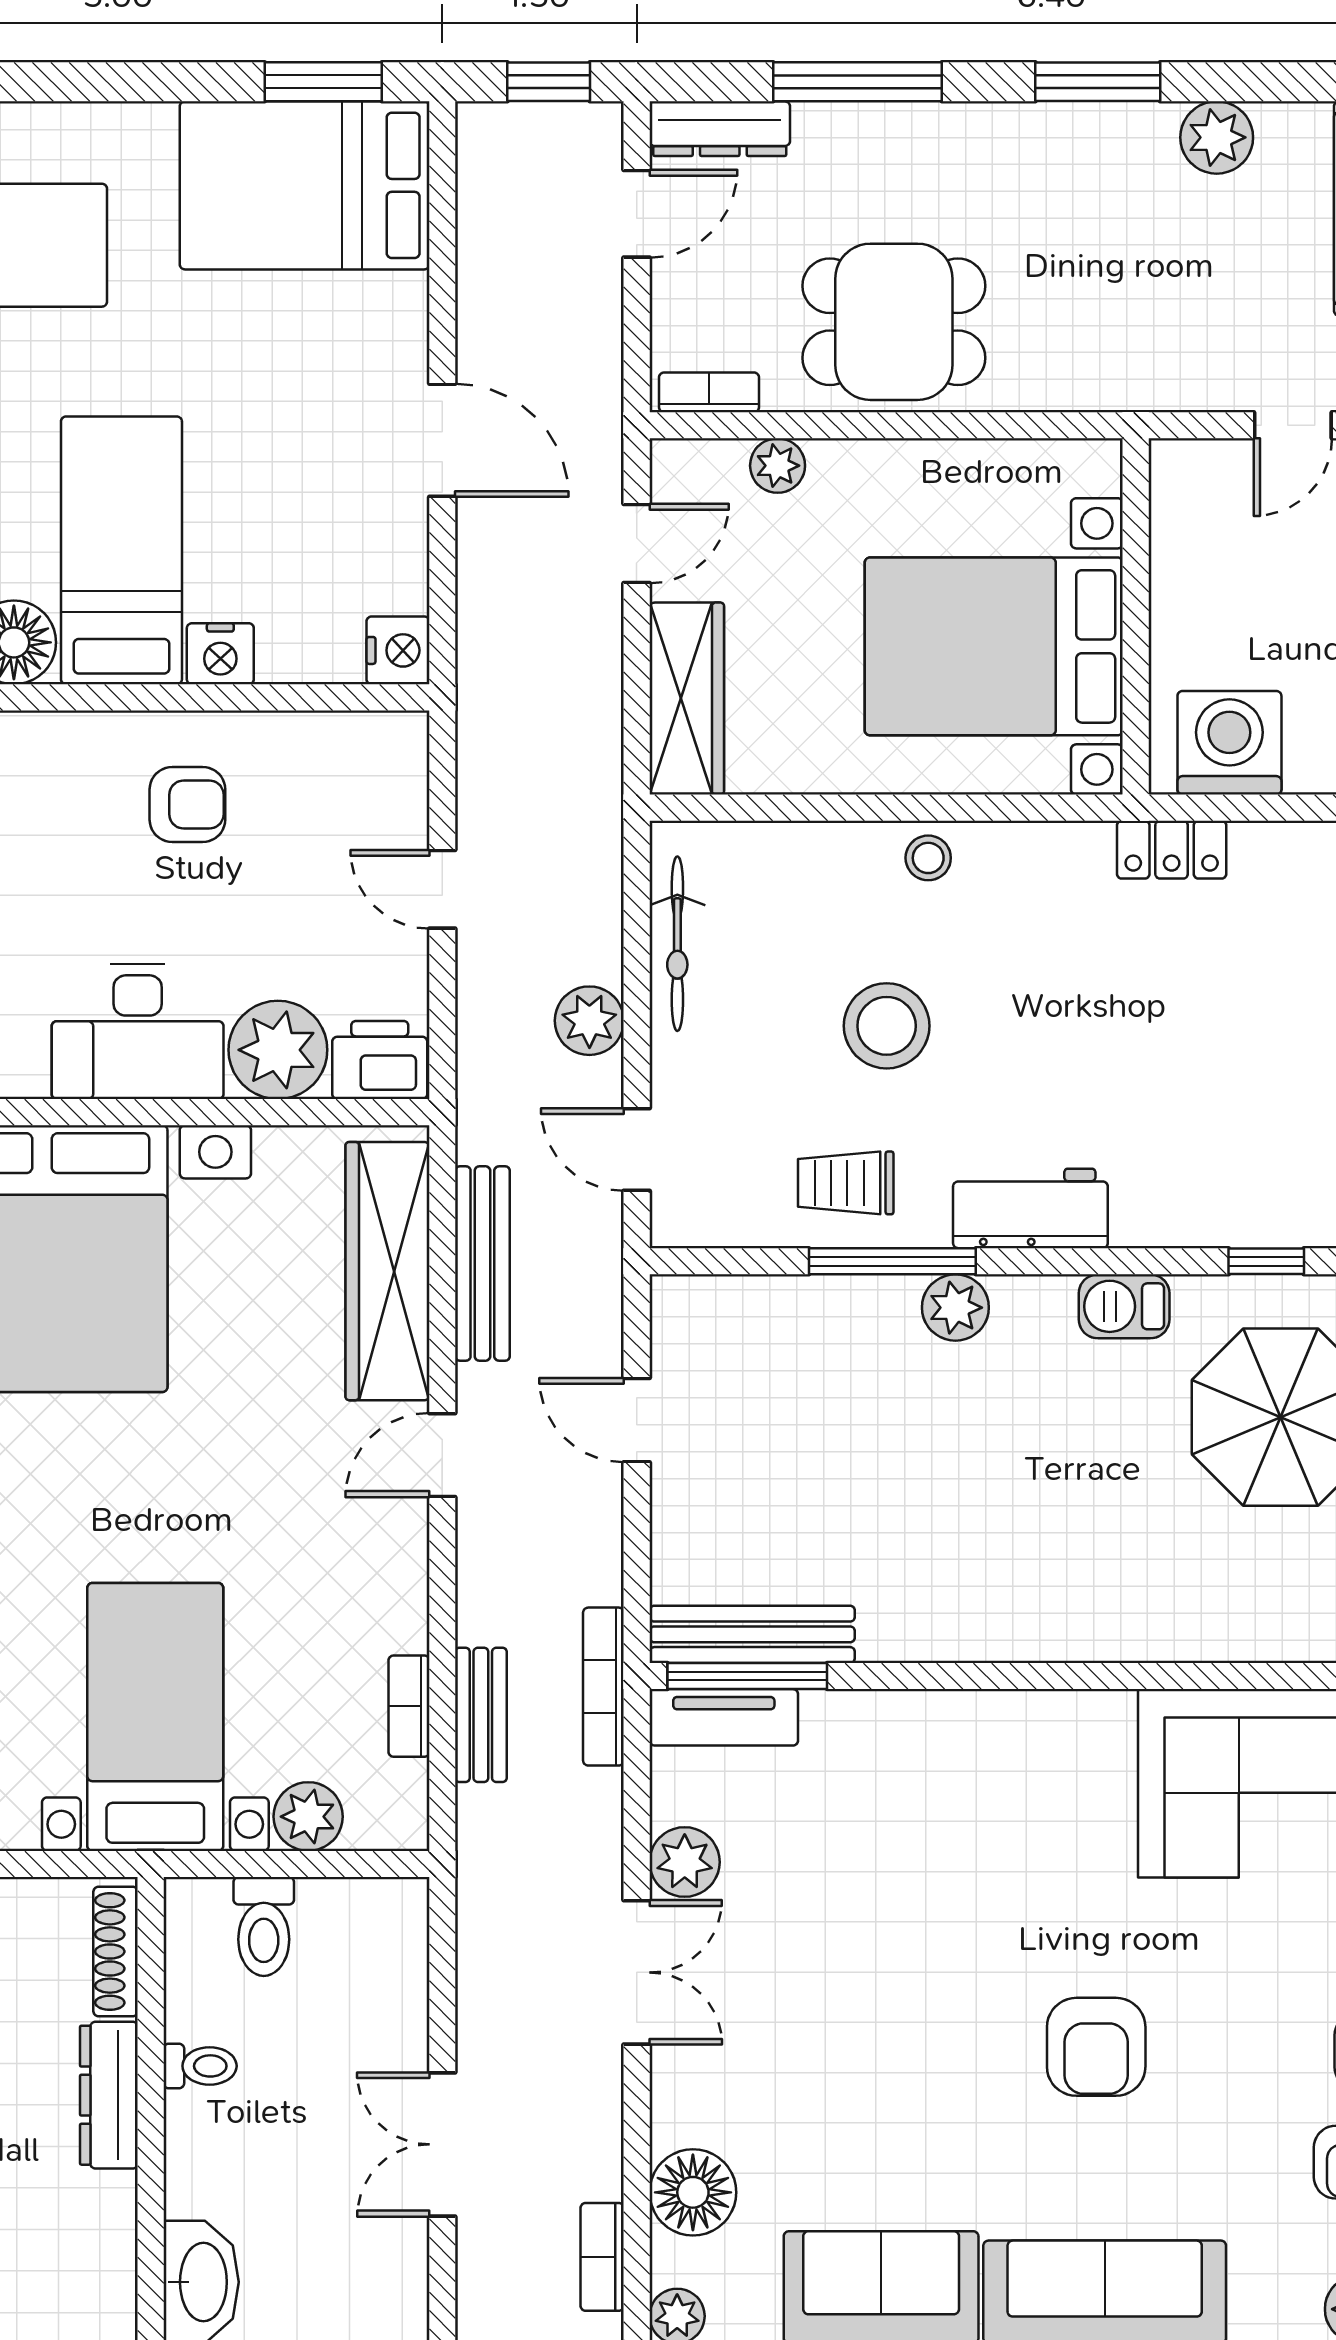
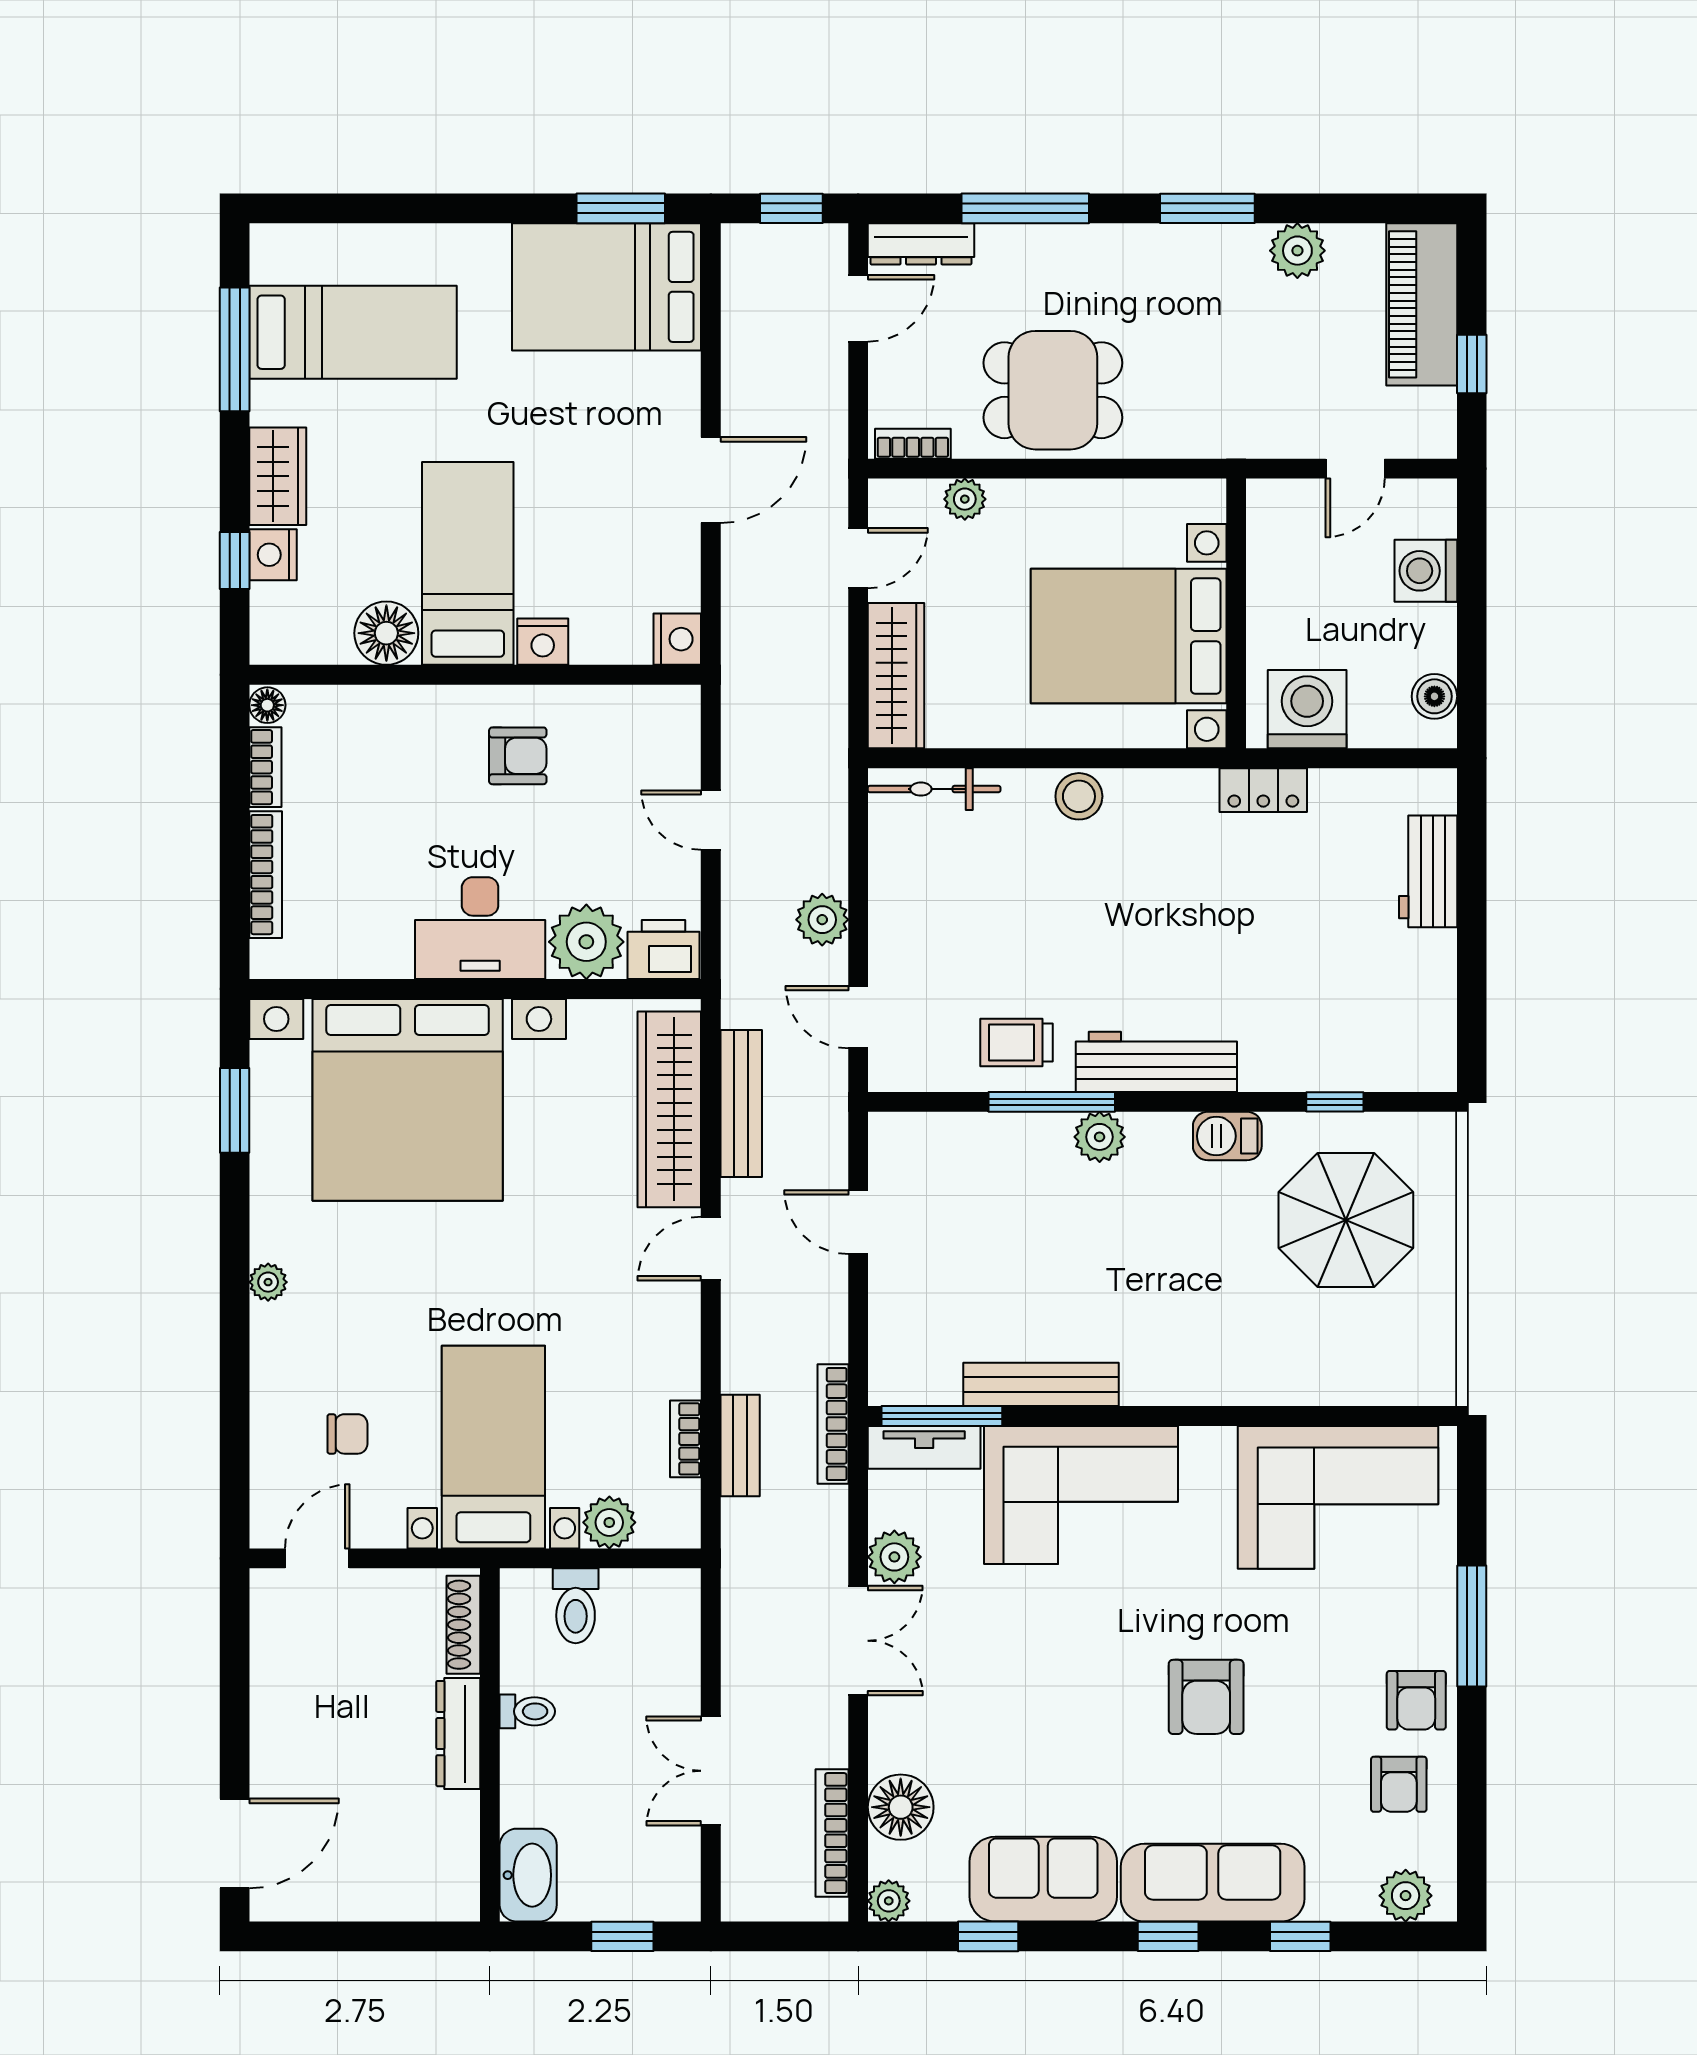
door: (442, 440) -> (711, 480), hinge flipped
stool: (928, 858) -> (1079, 796), width x1.37, depth x1.37
bicycle: (677, 944) -> (934, 789), moved, turned 90
stool: (887, 1026) -> (1047, 924), removed
workbench: (1030, 1208) -> (1156, 1062), width x1.38
bench: (752, 1634) -> (1041, 1384), moved
corner sofa: (931, 1780) -> (1081, 1495), added
bookcase: (602, 2257) -> (832, 1833), width x1.56

